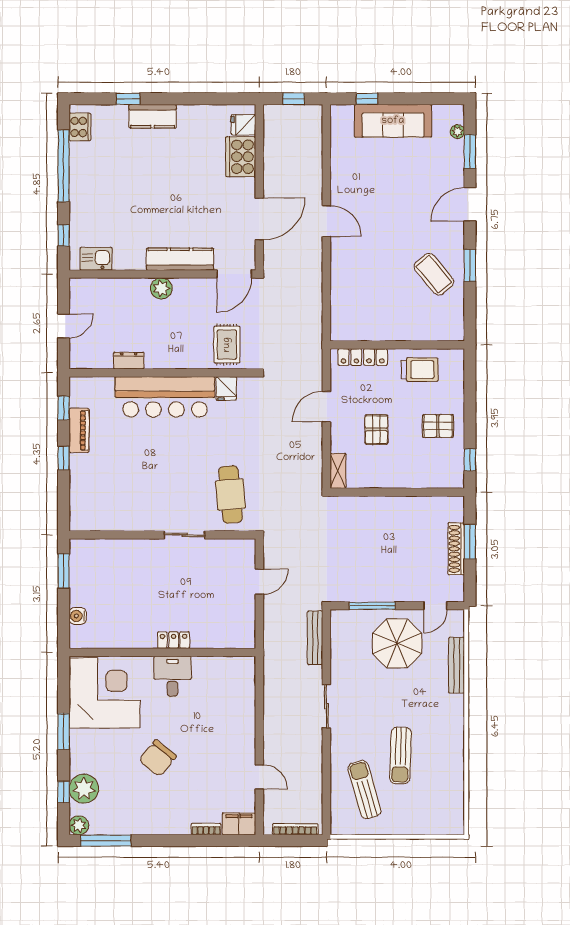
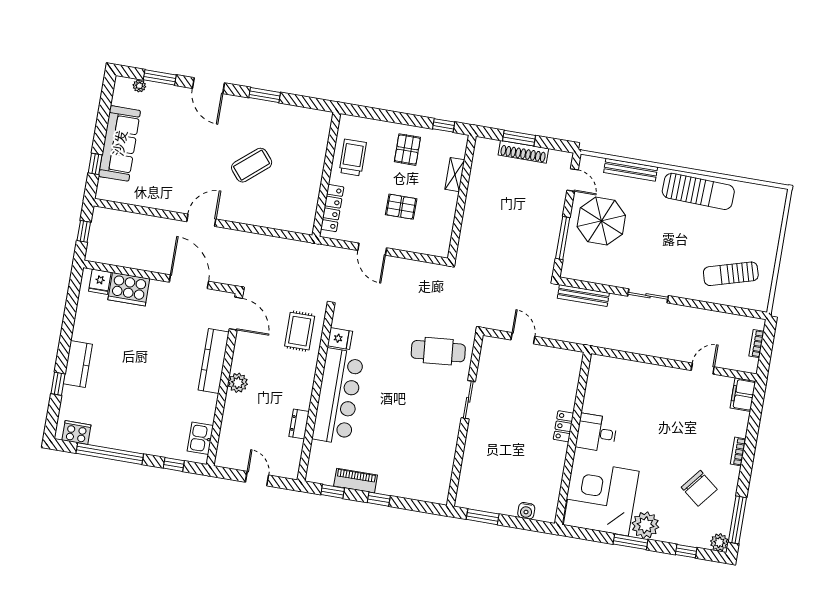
coffee table: (434, 274) -> (252, 165), moved
rug: (227, 345) -> (300, 331), turned 90
shelving: (338, 471) -> (455, 175), moved, turned 90
sun lounger: (400, 755) -> (698, 191), moved, width x1.36, depth x1.34
chair: (158, 758) -> (699, 488), moved
plant: (84, 789) -> (645, 525), moved
bookcase: (206, 829) -> (738, 452), moved
bookcase: (295, 829) -> (756, 344), width x0.64

